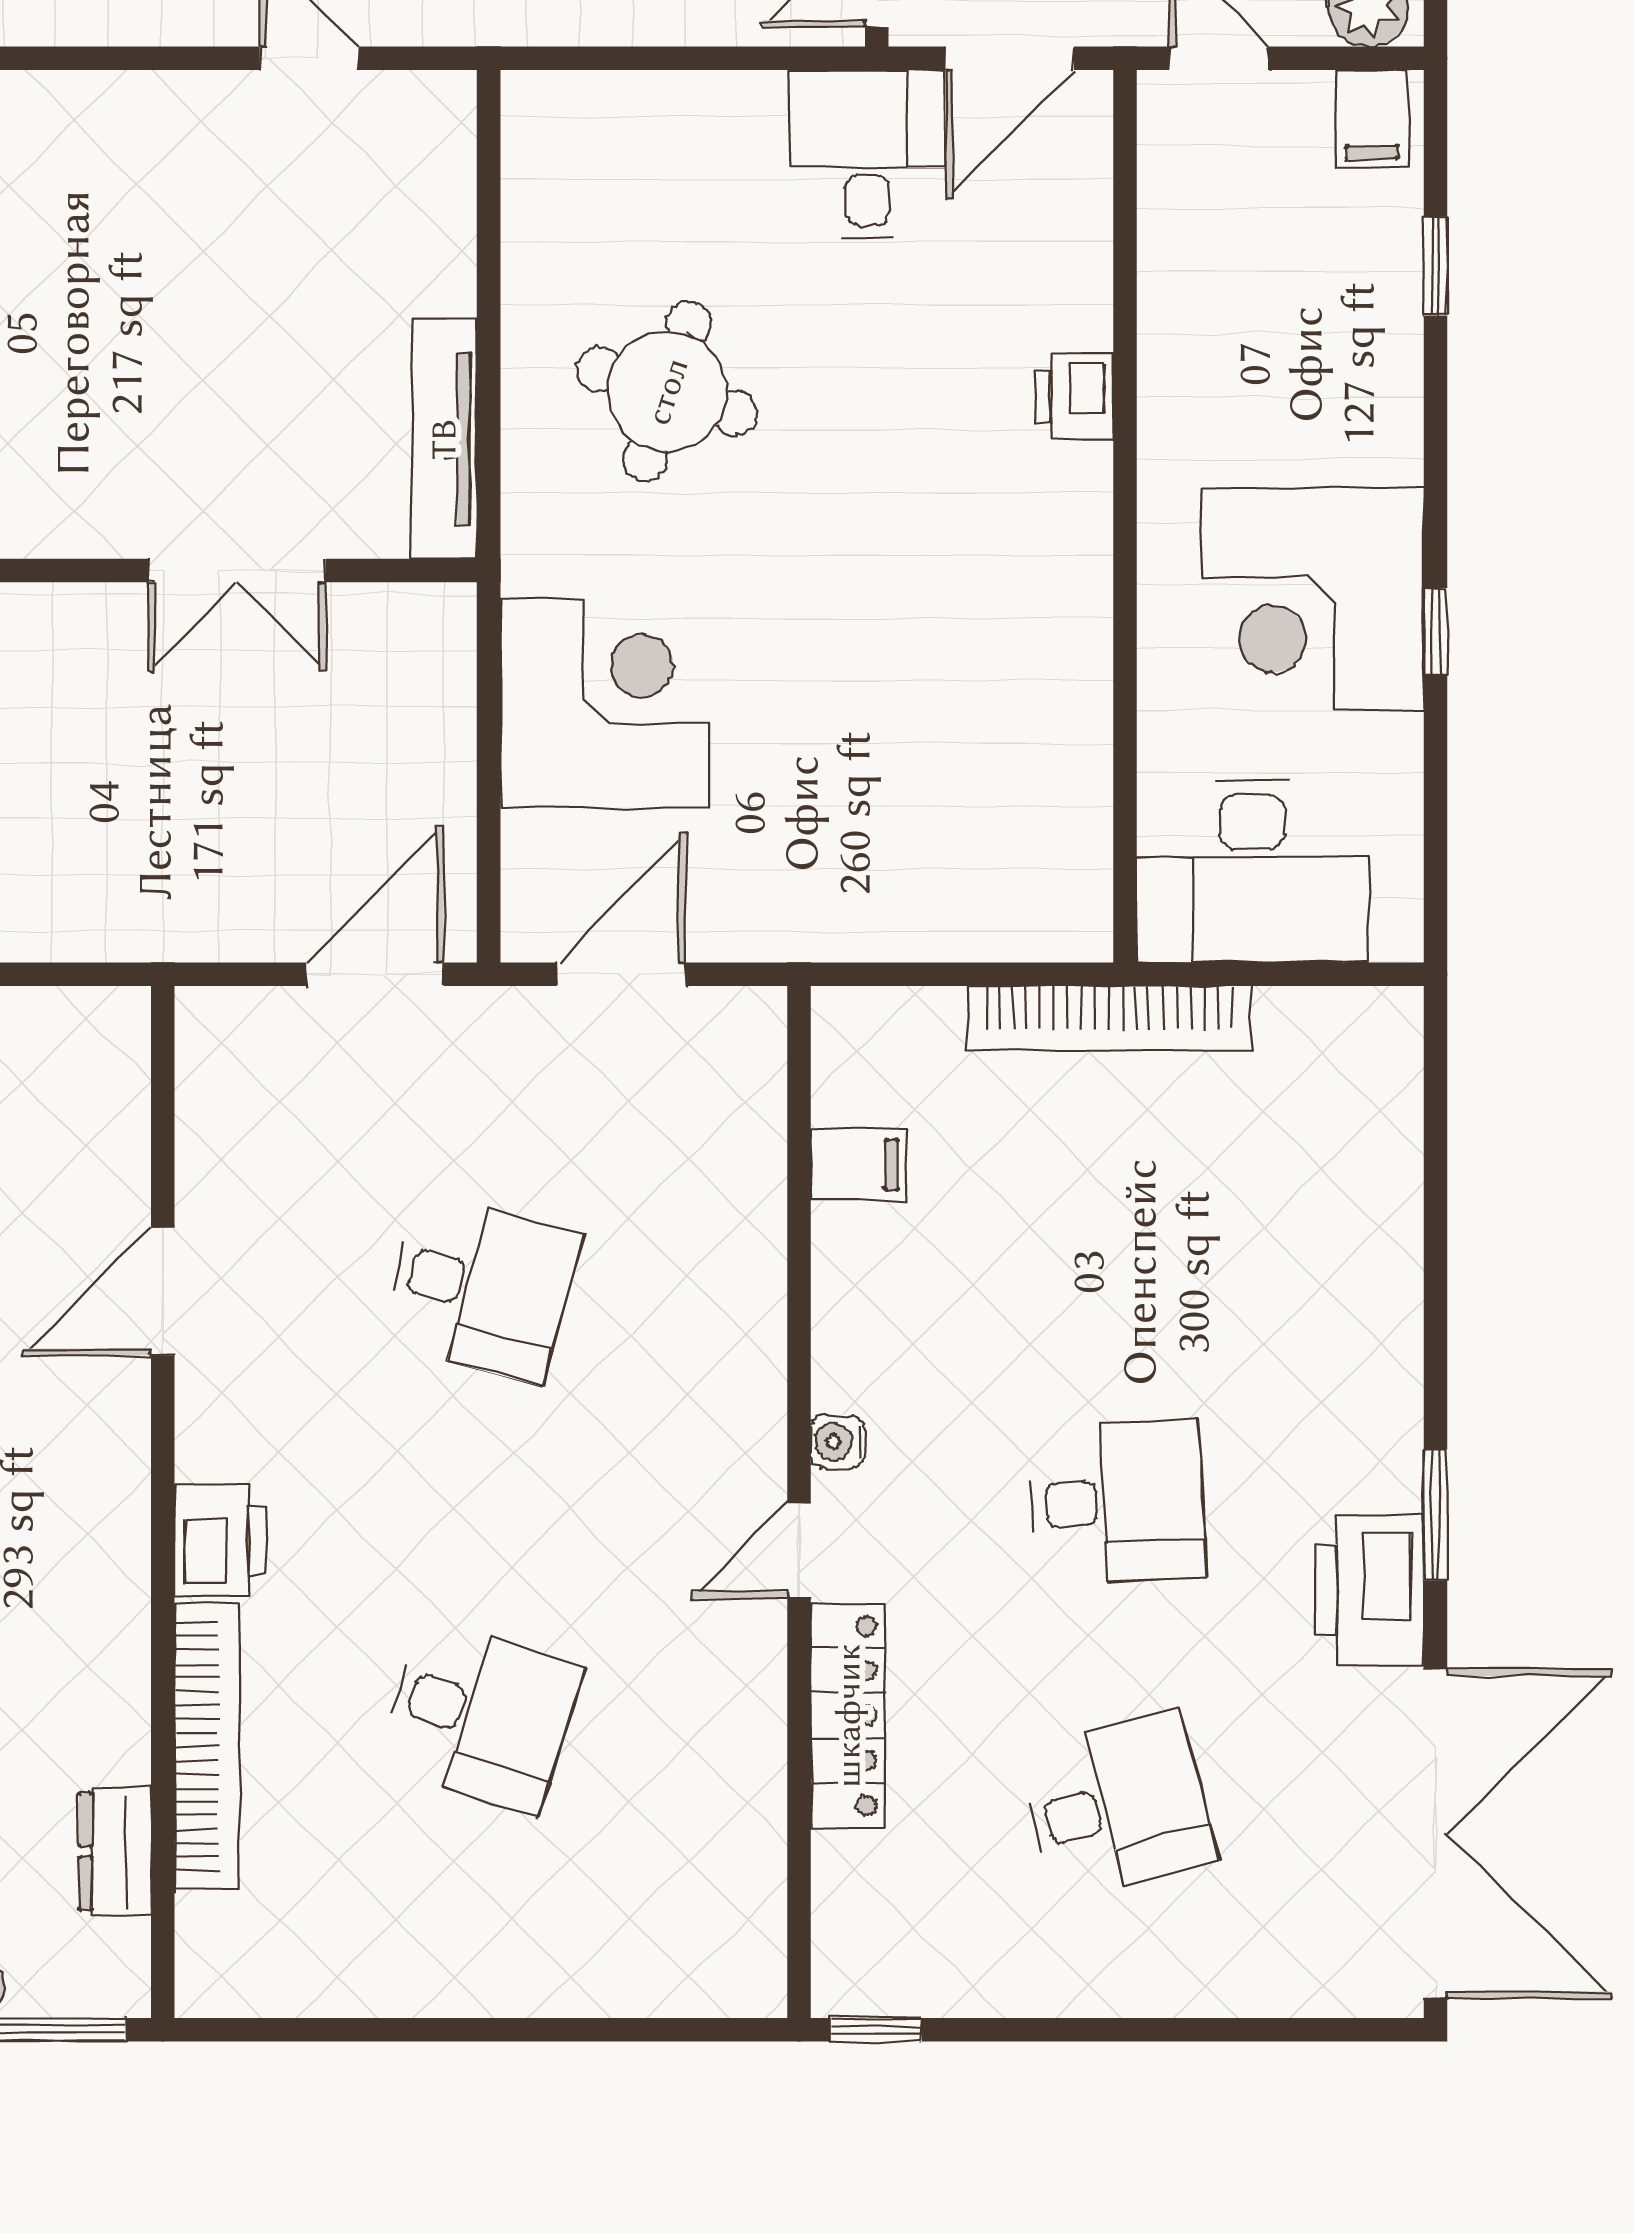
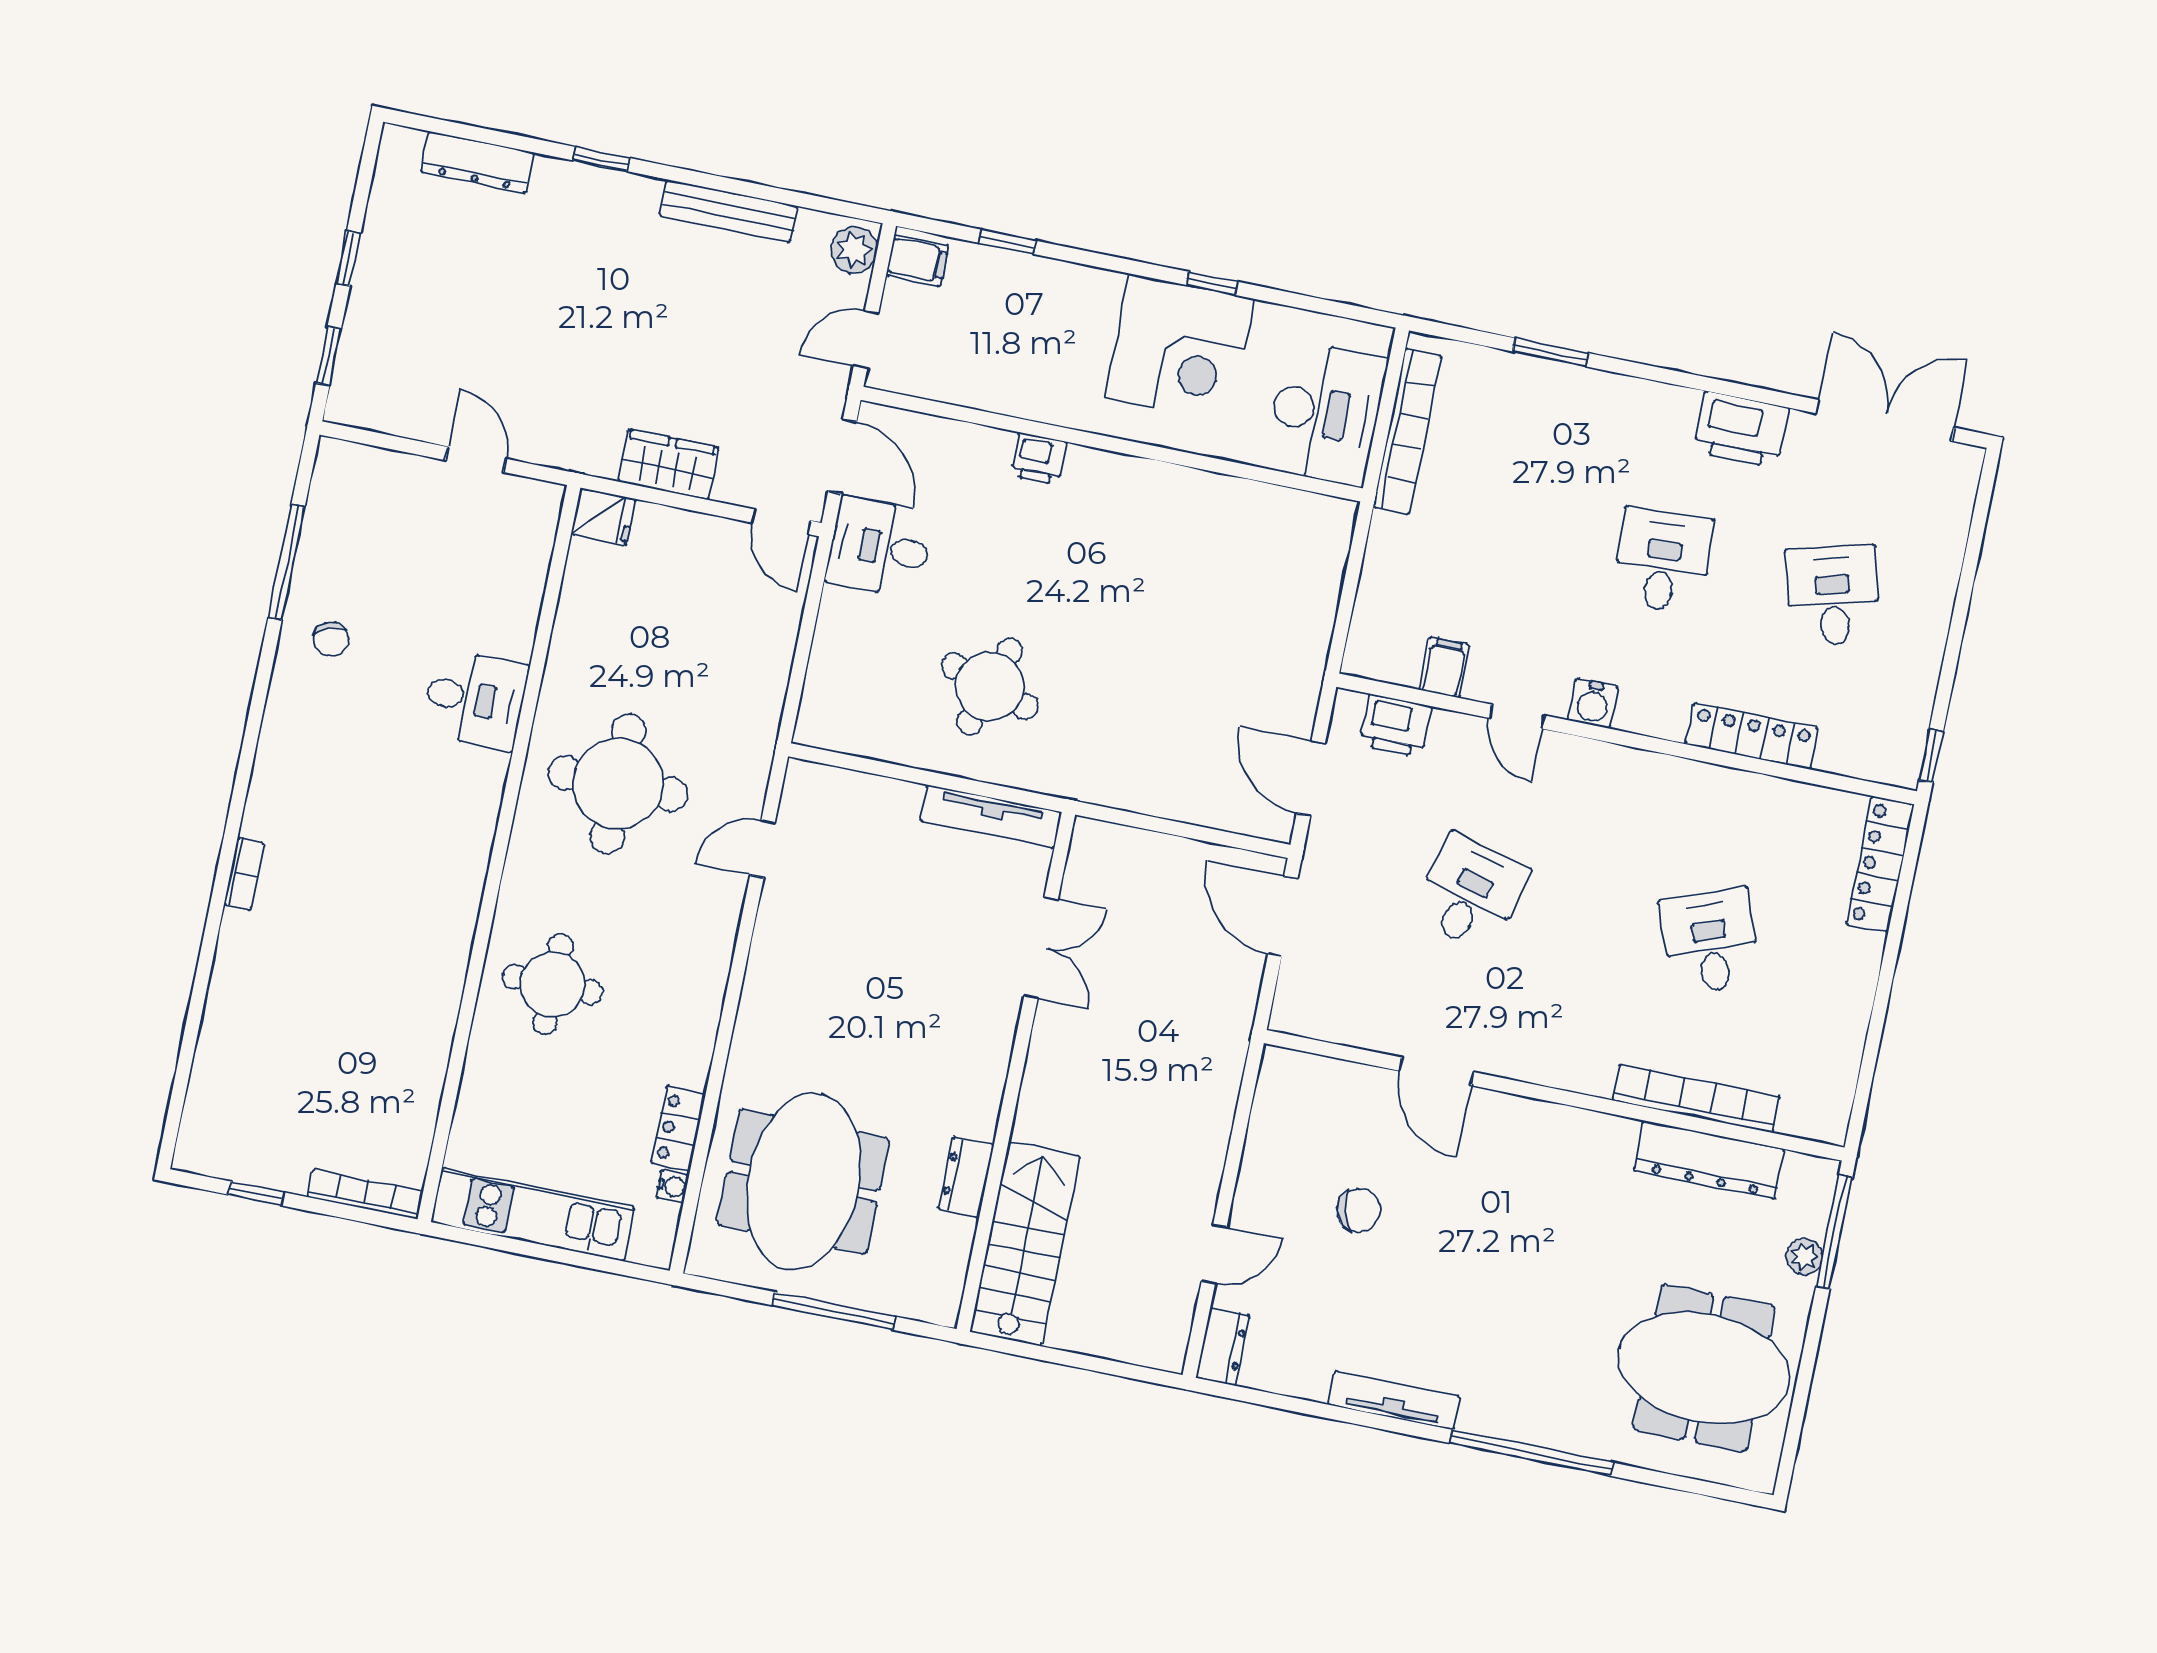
corner desk: (605, 703) -> (1157, 757), removed
bookcase: (1109, 1018) -> (1407, 431), moved
water cooler: (838, 1442) -> (1593, 703), width x1.38, depth x1.38
window: (1436, 1515) -> (1551, 352), moved
printer: (221, 1541) -> (1396, 726), moved, turned 180
door: (799, 1551) -> (1517, 717), moved
desk: (481, 1716) -> (1710, 942), turned -39
double door: (1436, 1834) -> (1885, 420), width x0.73
dresser: (115, 1851) -> (1709, 1160), width x1.96, depth x1.24
locker: (673, 1980) -> (1880, 864), added

